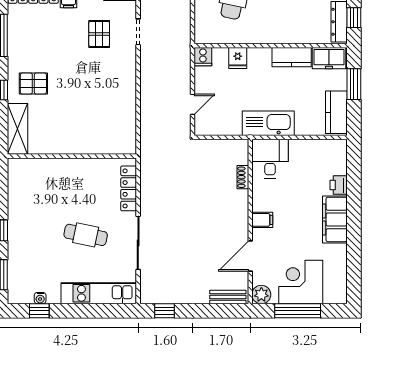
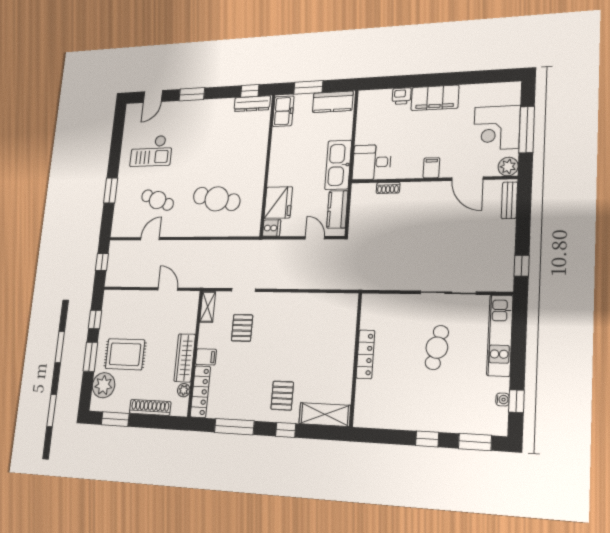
pallet: (99, 34) -> (242, 328), turned 90
kitchen counter: (292, 57) -> (337, 209), moved, turned 180
fridge: (238, 58) -> (278, 203), width x1.88, depth x1.34
locker: (129, 188) -> (365, 354), moved, turned -90

